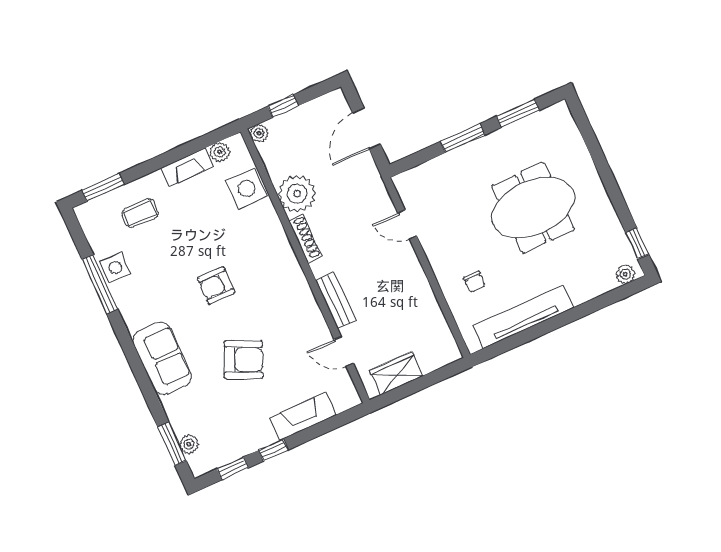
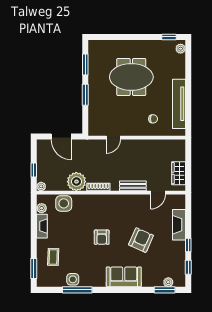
meeting table: (533, 208) -> (131, 77), turned 90

